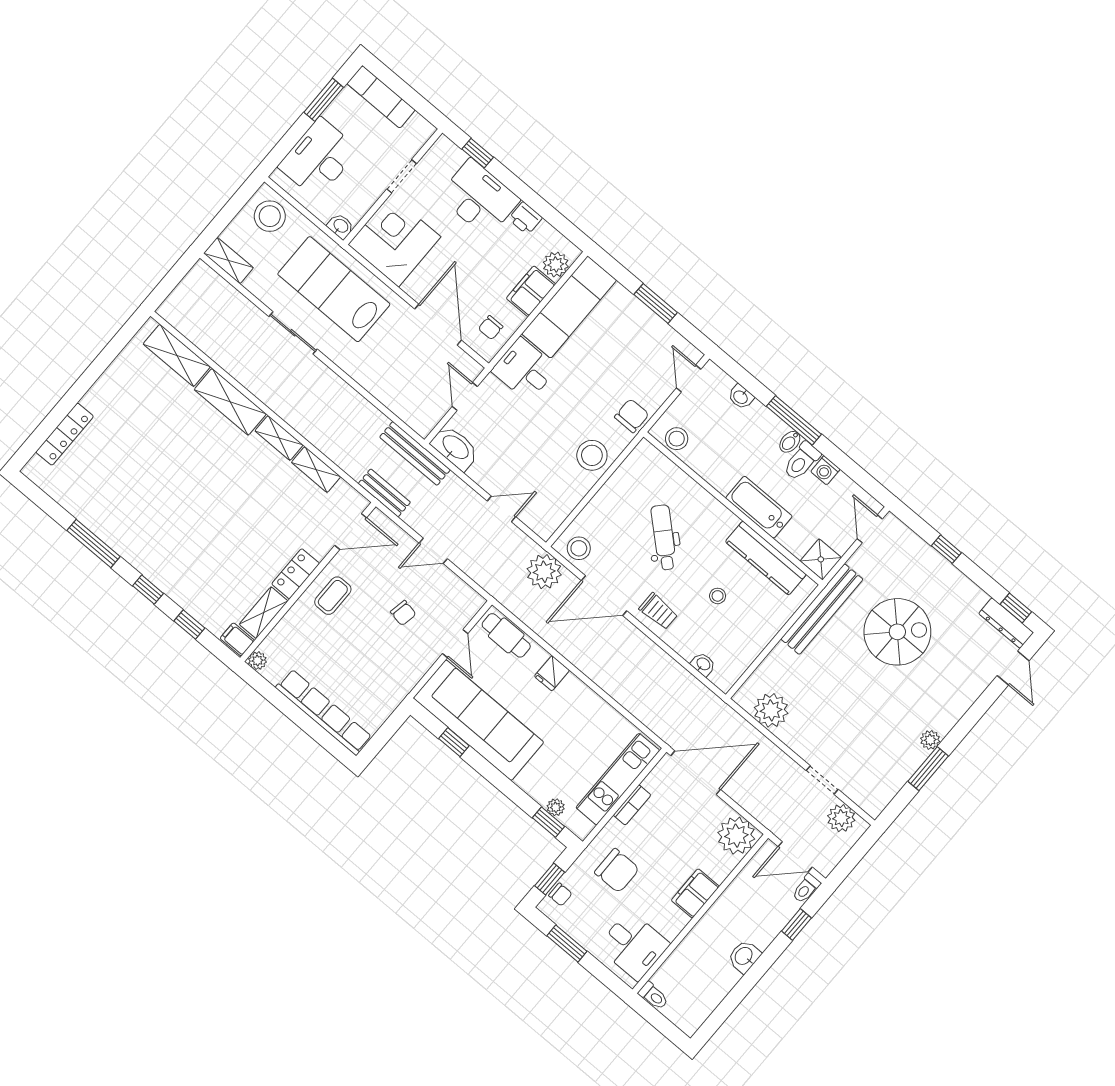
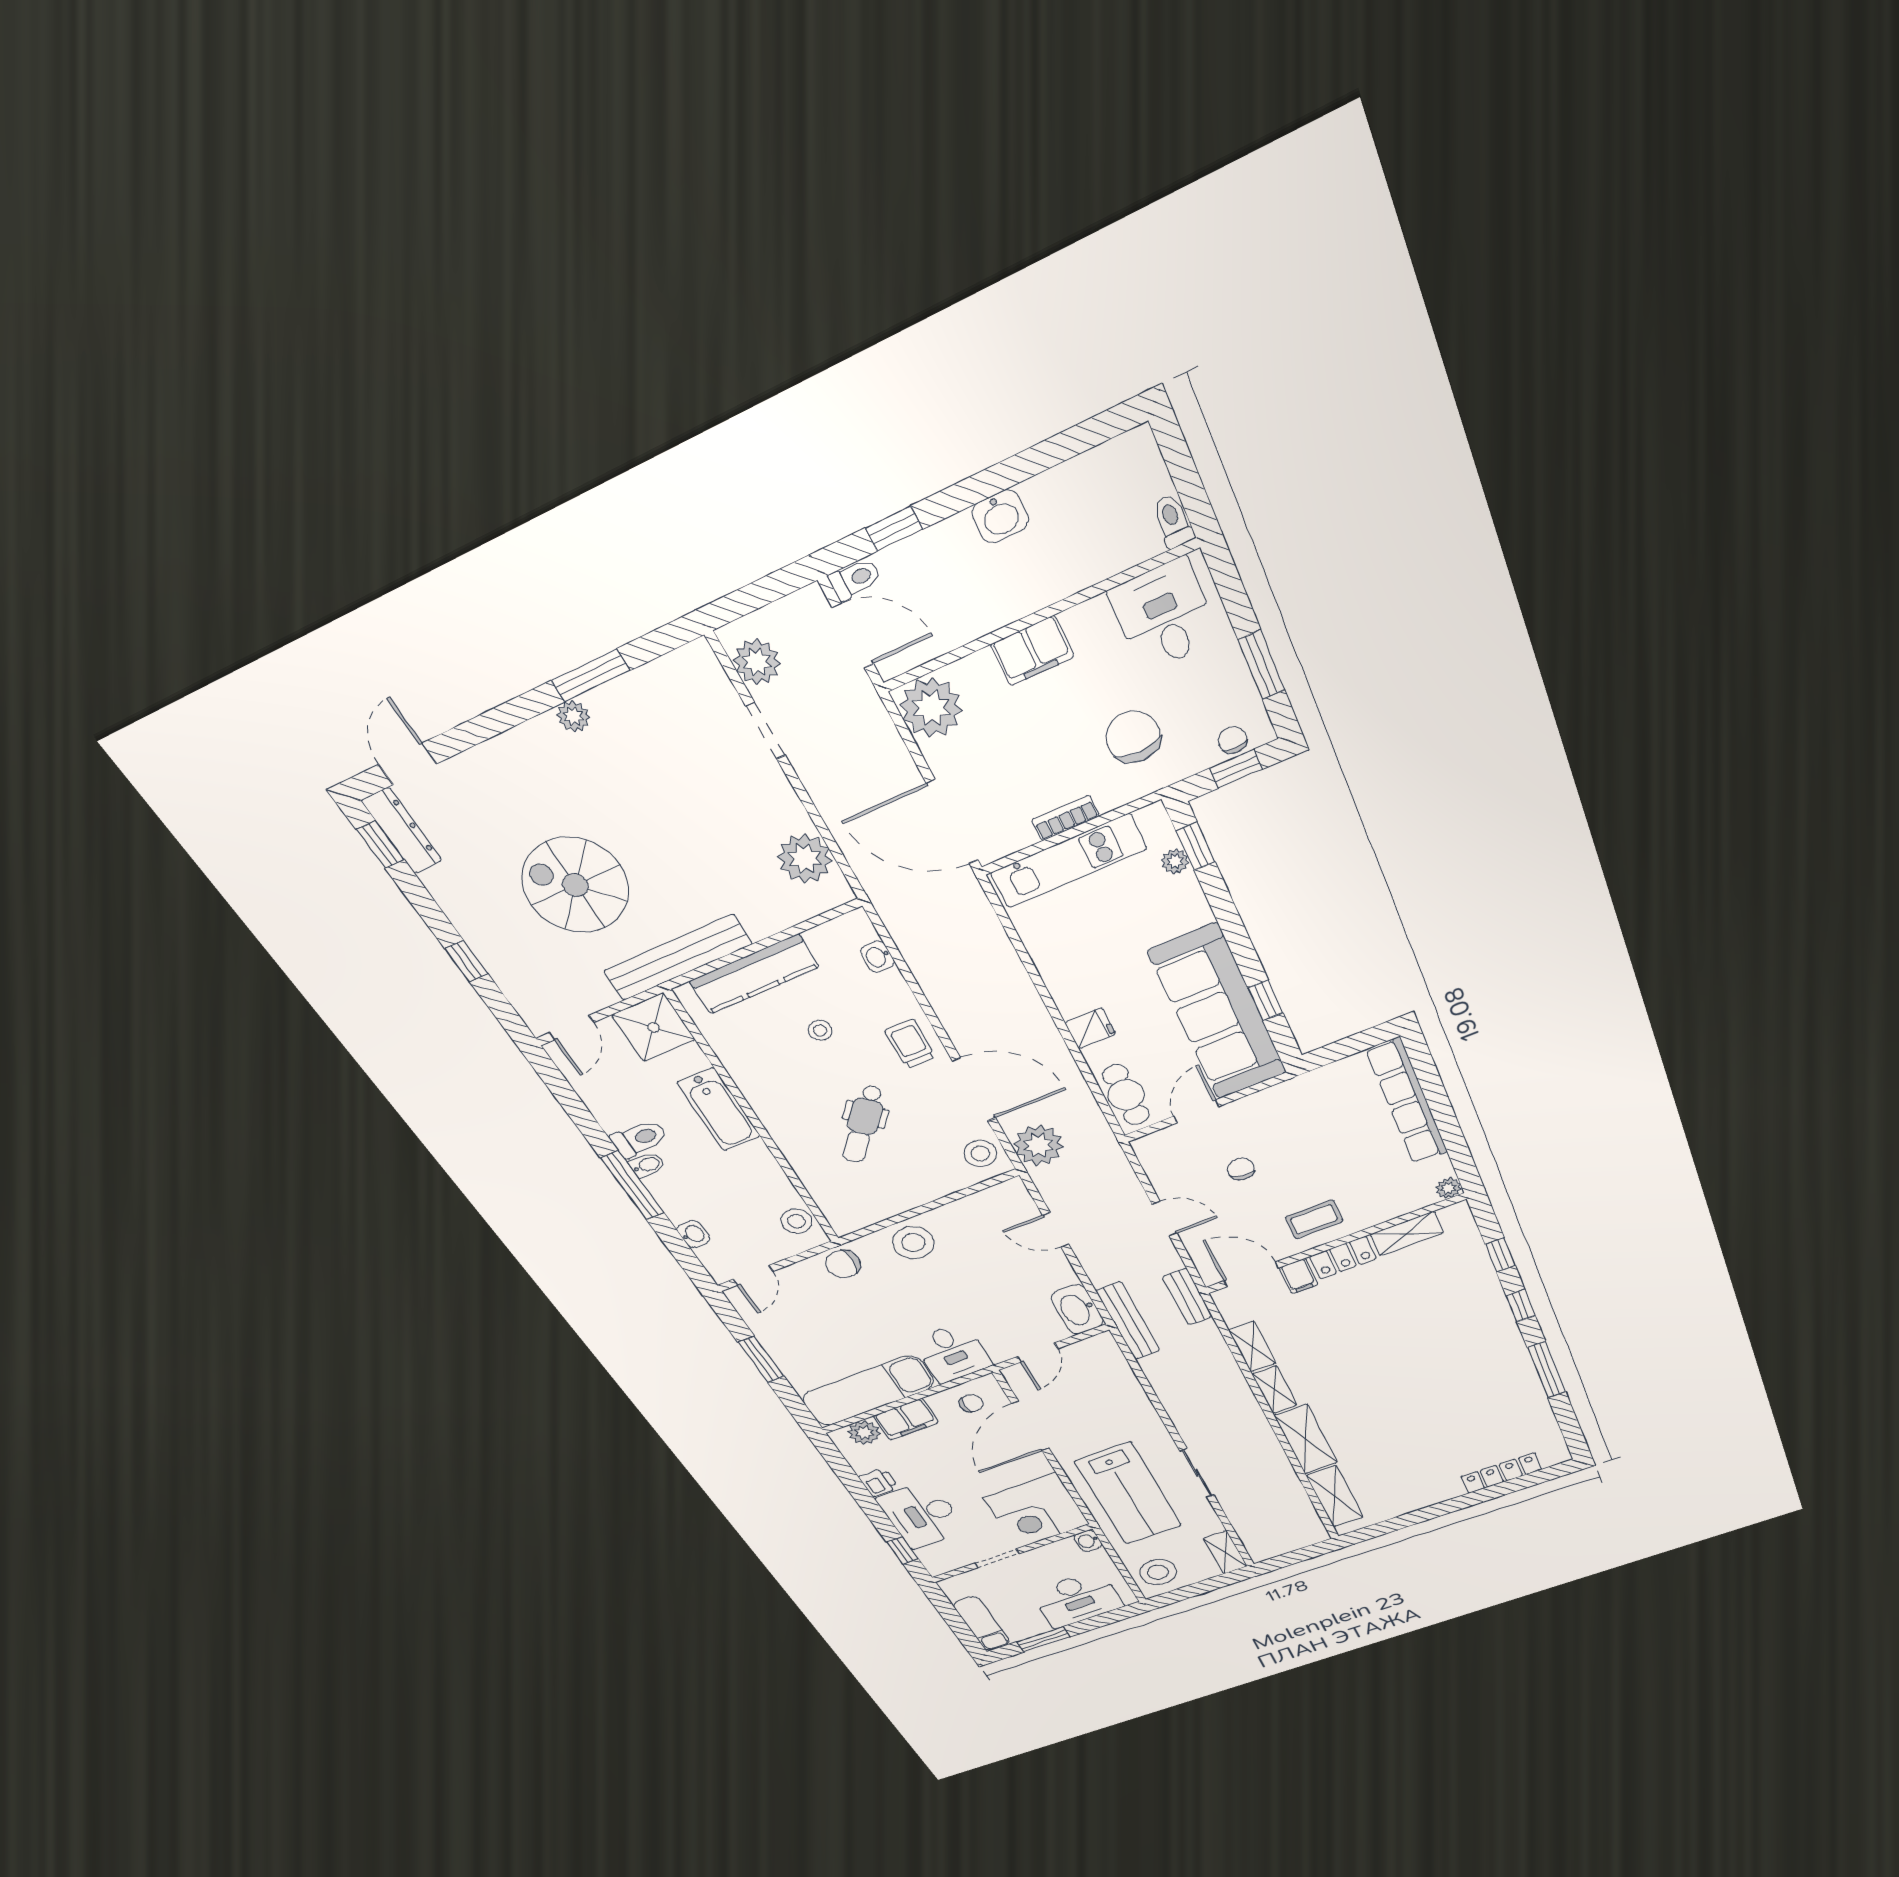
washing machine: (825, 470) -> (610, 1117), removed
kitchen counter: (766, 558) -> (754, 974), moved, turned 90
shower: (821, 559) -> (654, 1027), width x1.36, depth x1.36
filing cabinet: (237, 639) -> (1299, 1276), moved

